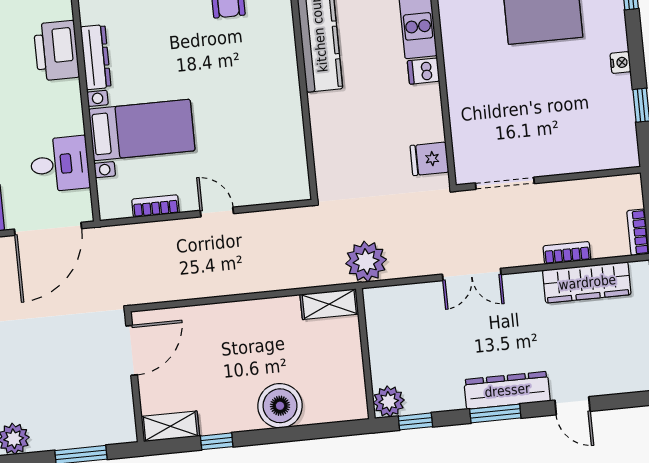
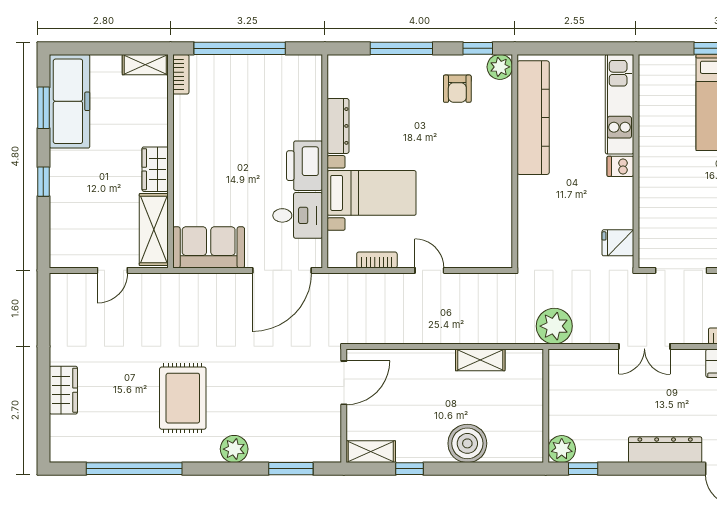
printer: (56, 51) -> (305, 166), moved
shelving: (329, 304) -> (480, 360), moved
window: (495, 413) -> (653, 469), removed

